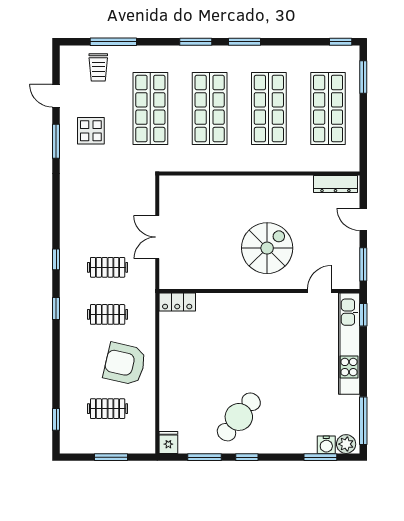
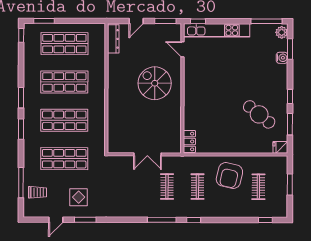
window: (56, 259) -> (162, 220), width x2.17
cafe table: (239, 417) -> (259, 114), moved
water cooler: (326, 445) -> (282, 58), moved

